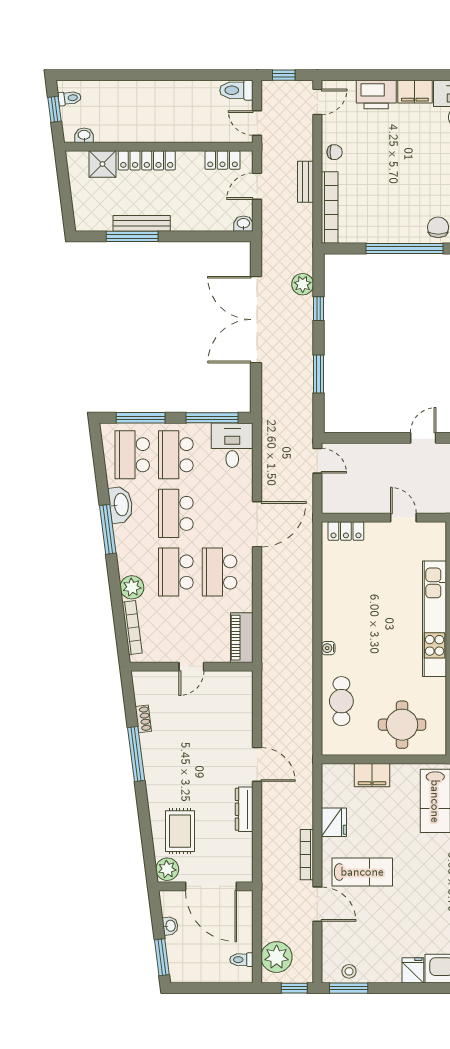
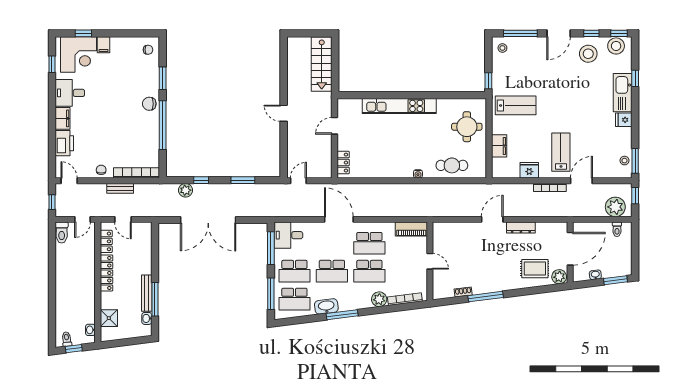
locker: (147, 160) -> (106, 273), moved
washbasin: (243, 224) -> (147, 318), moved

